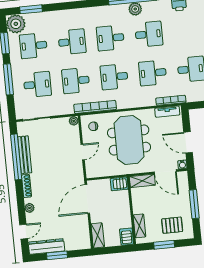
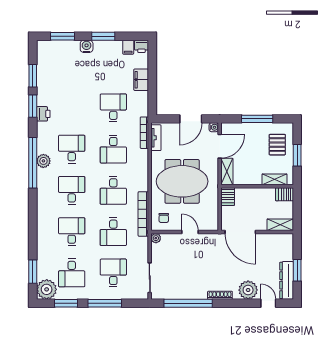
desk: (110, 38) -> (72, 190), turned 180
bench: (25, 155) -> (187, 294), removed
plant: (29, 208) -> (248, 290), width x1.88, depth x1.88

